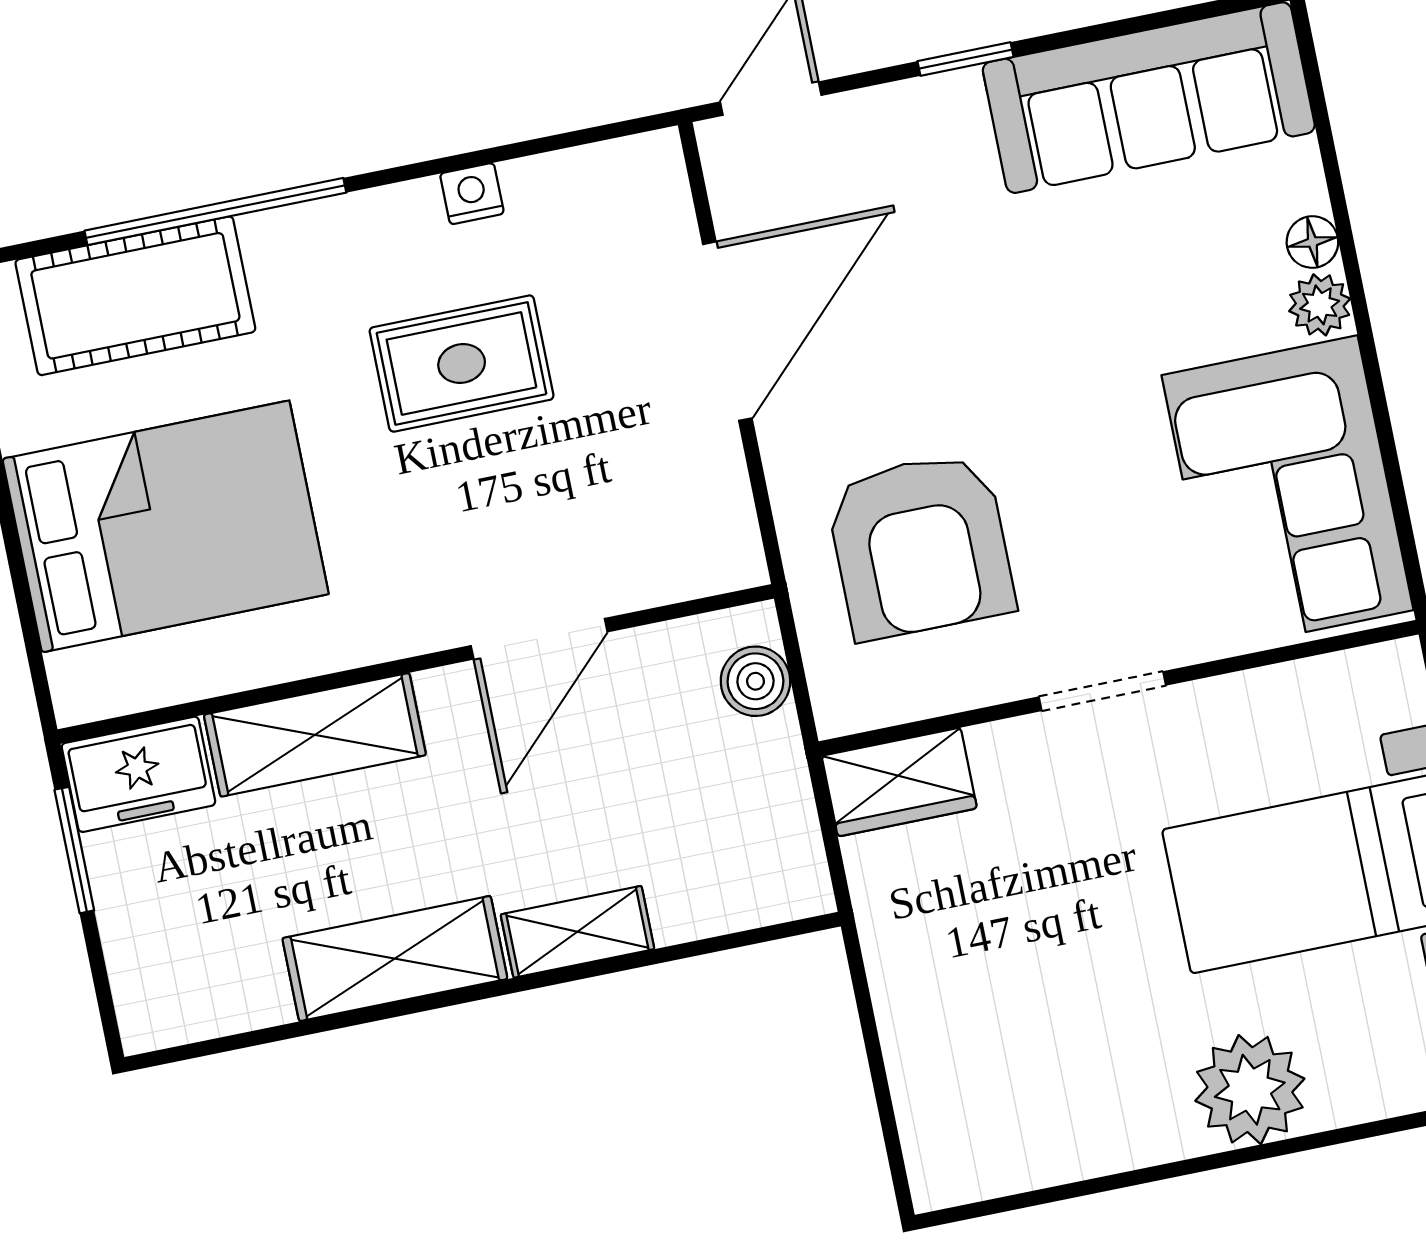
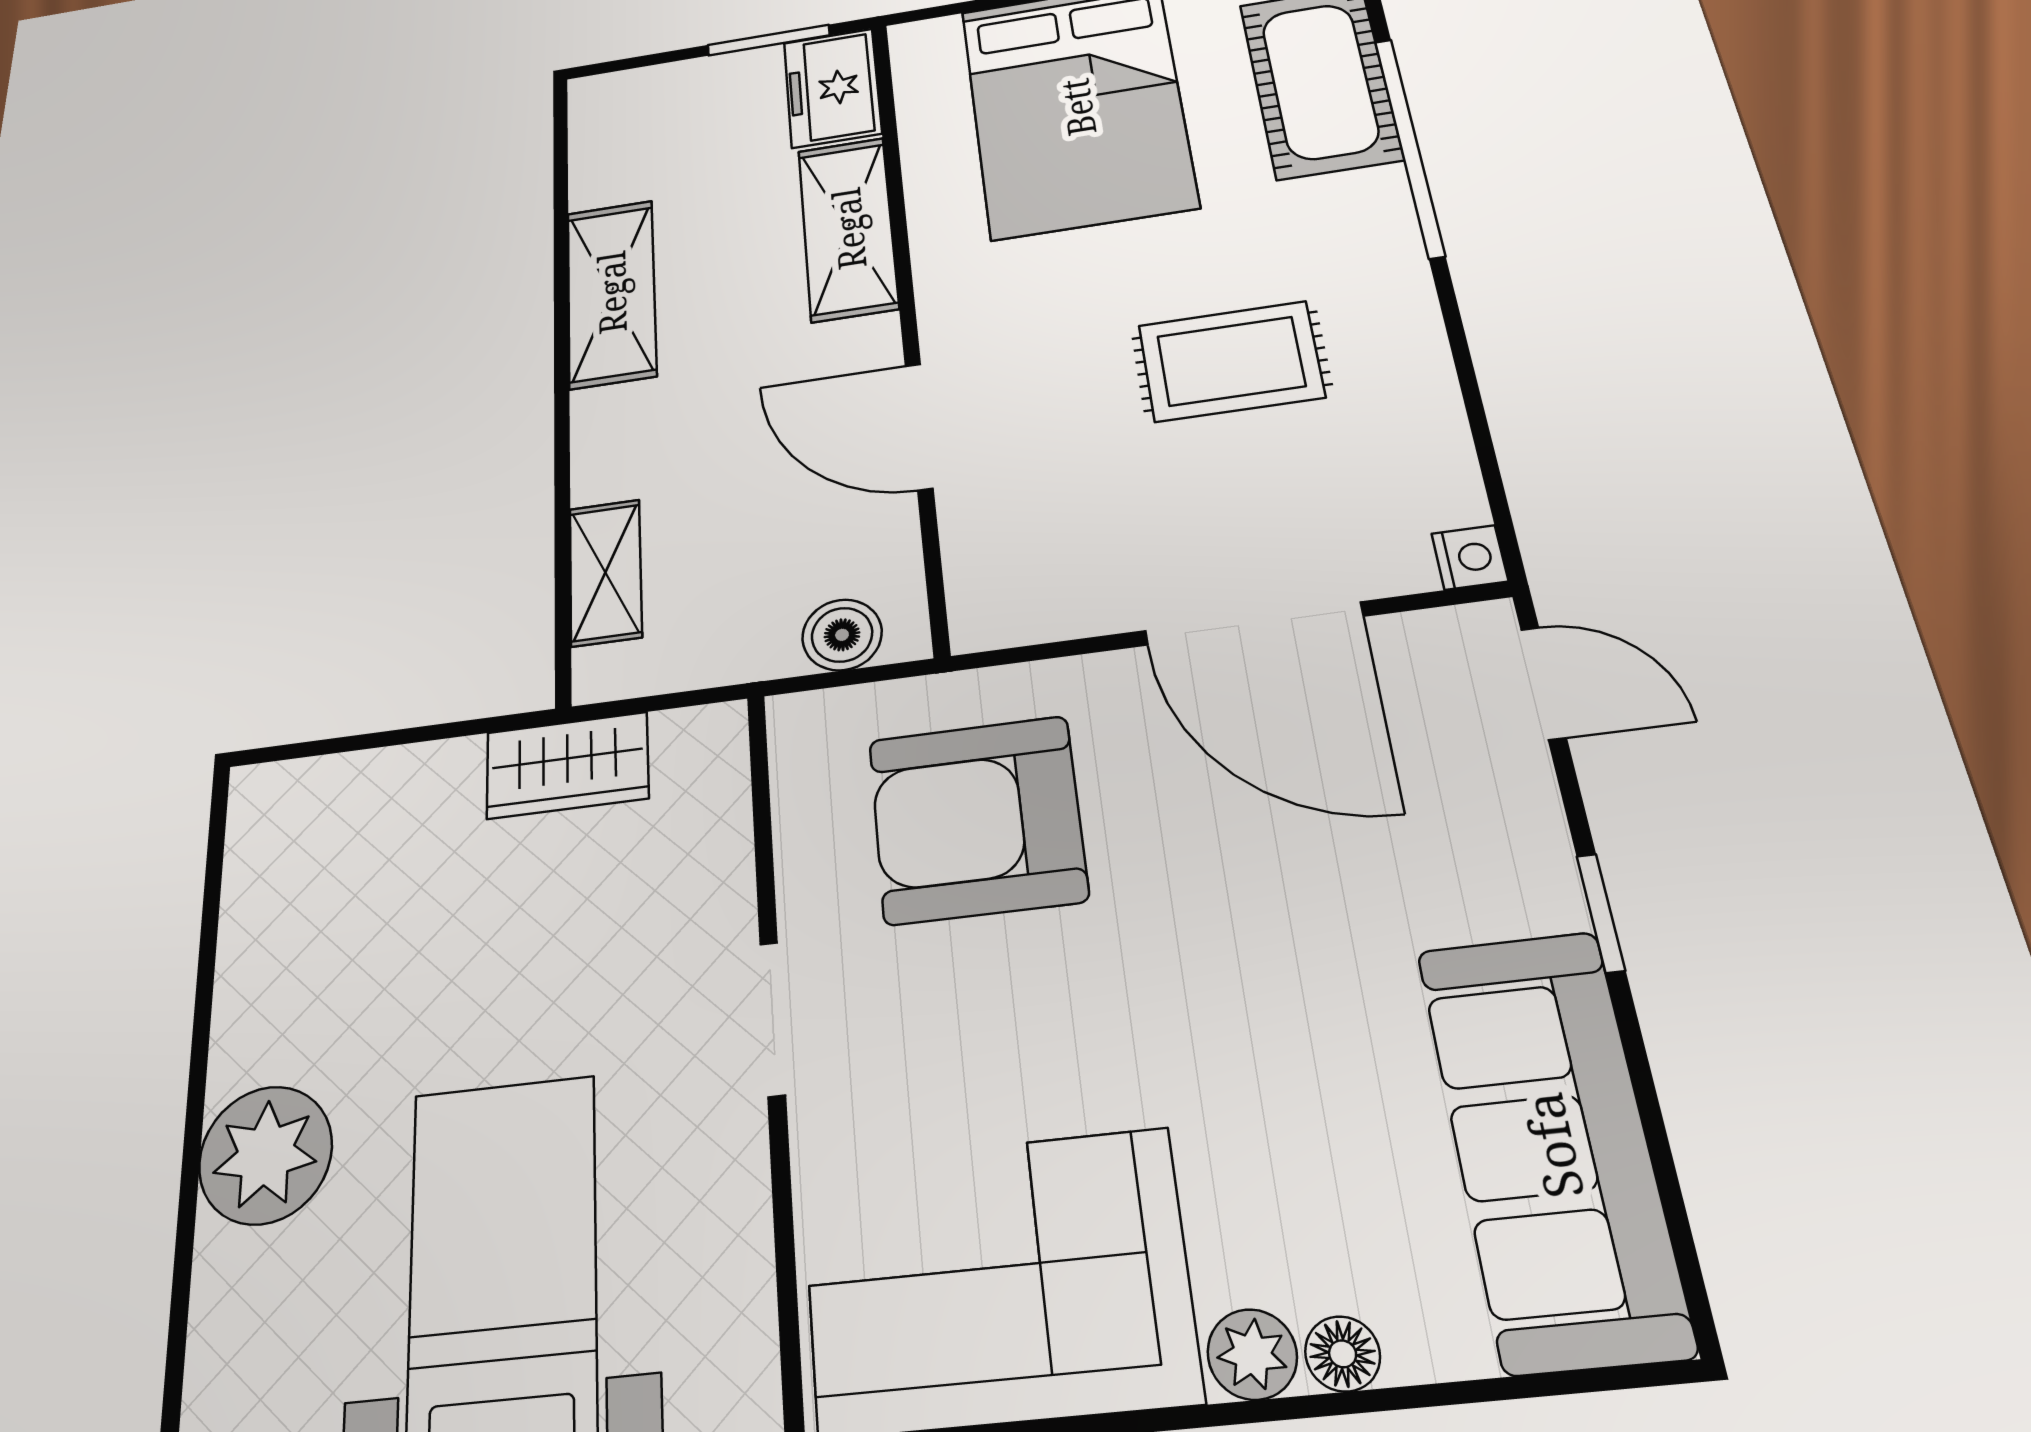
nightstand: (472, 194) -> (1470, 557), moved
rug: (462, 364) -> (1231, 361), turned 90
wardrobe: (899, 782) -> (567, 765), moved, turned -90
shelving: (577, 932) -> (605, 572), moved

